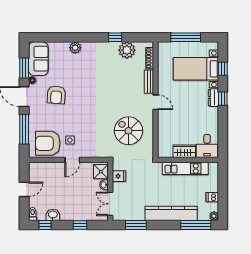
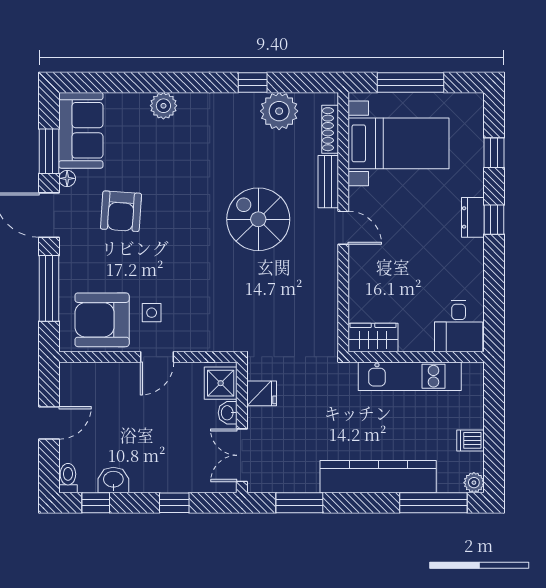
bed with nightstands: (196, 69) -> (398, 143), moved, turned 180
spiral stairs: (128, 131) -> (258, 219), moved
wardrobe: (184, 151) -> (373, 337), moved

